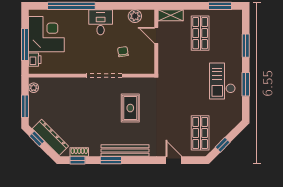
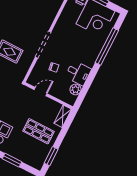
desk: (101, 22) -> (78, 73), moved
door: (156, 35) -> (41, 92), moved

